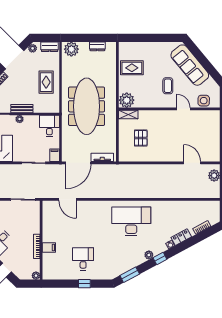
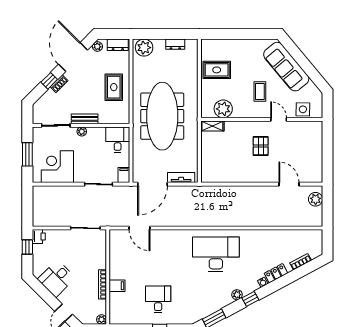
plant: (127, 100) -> (223, 109), moved
pallet: (141, 138) -> (261, 146), moved

